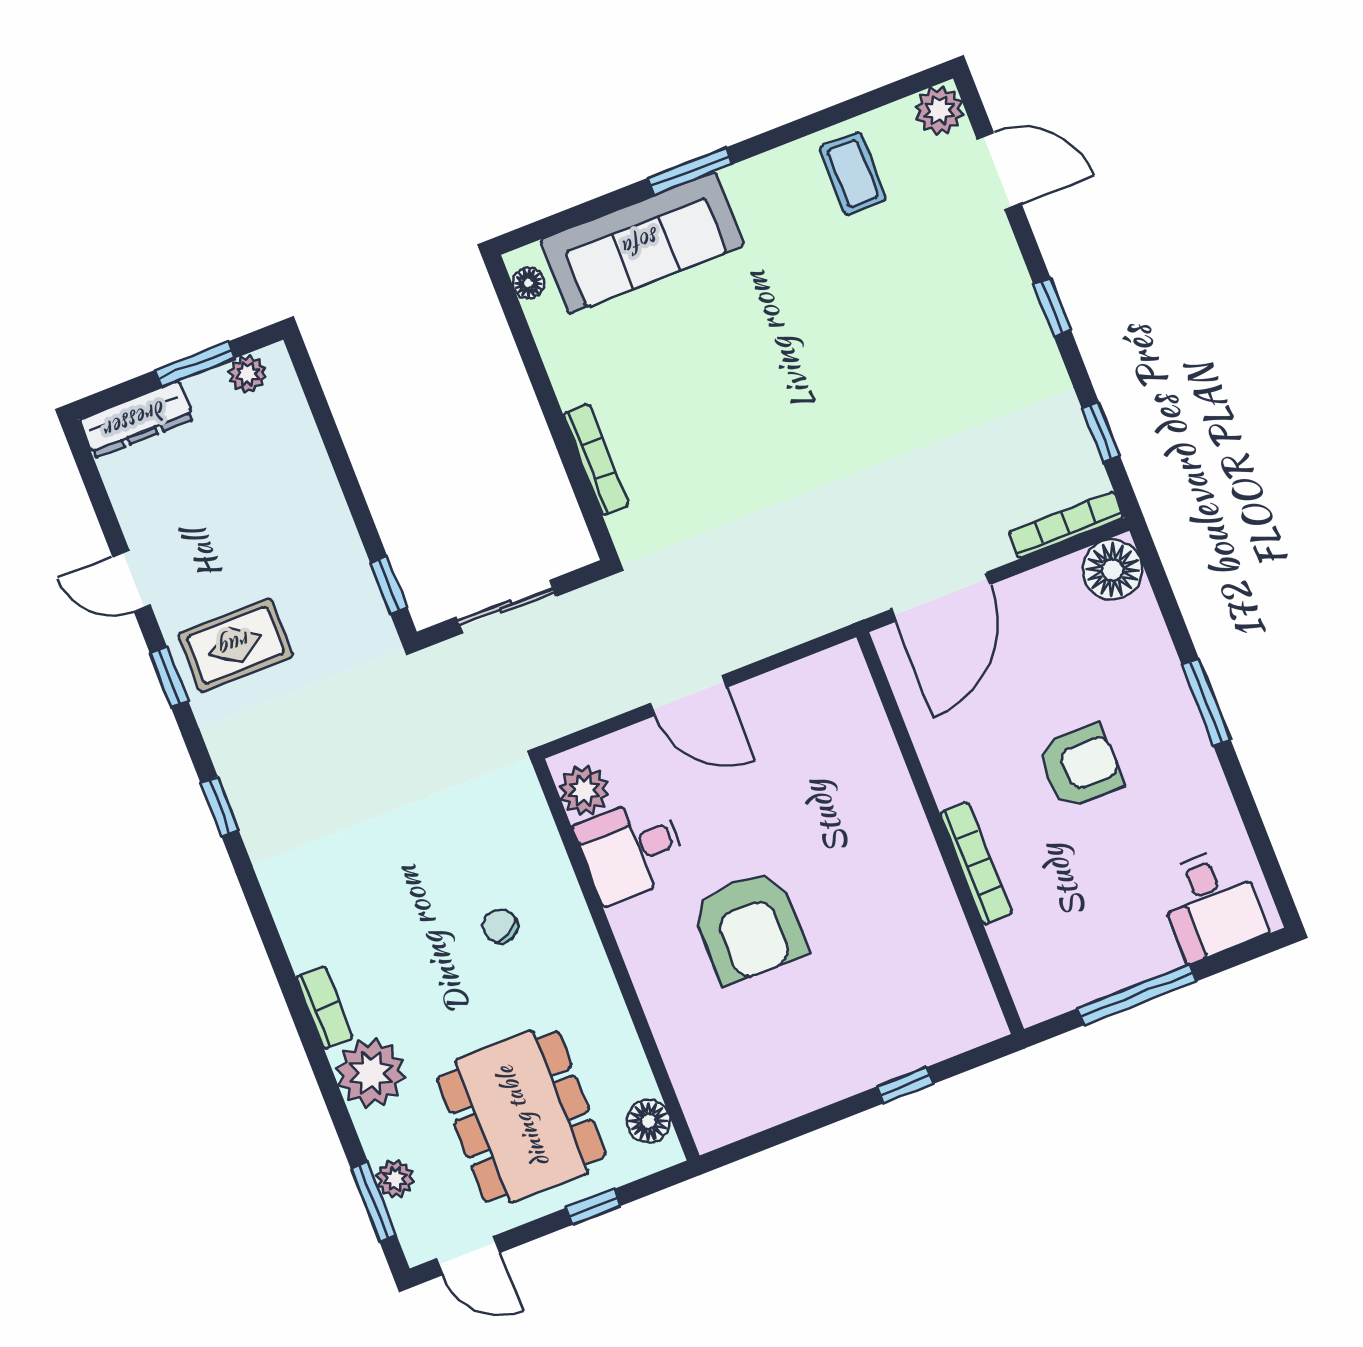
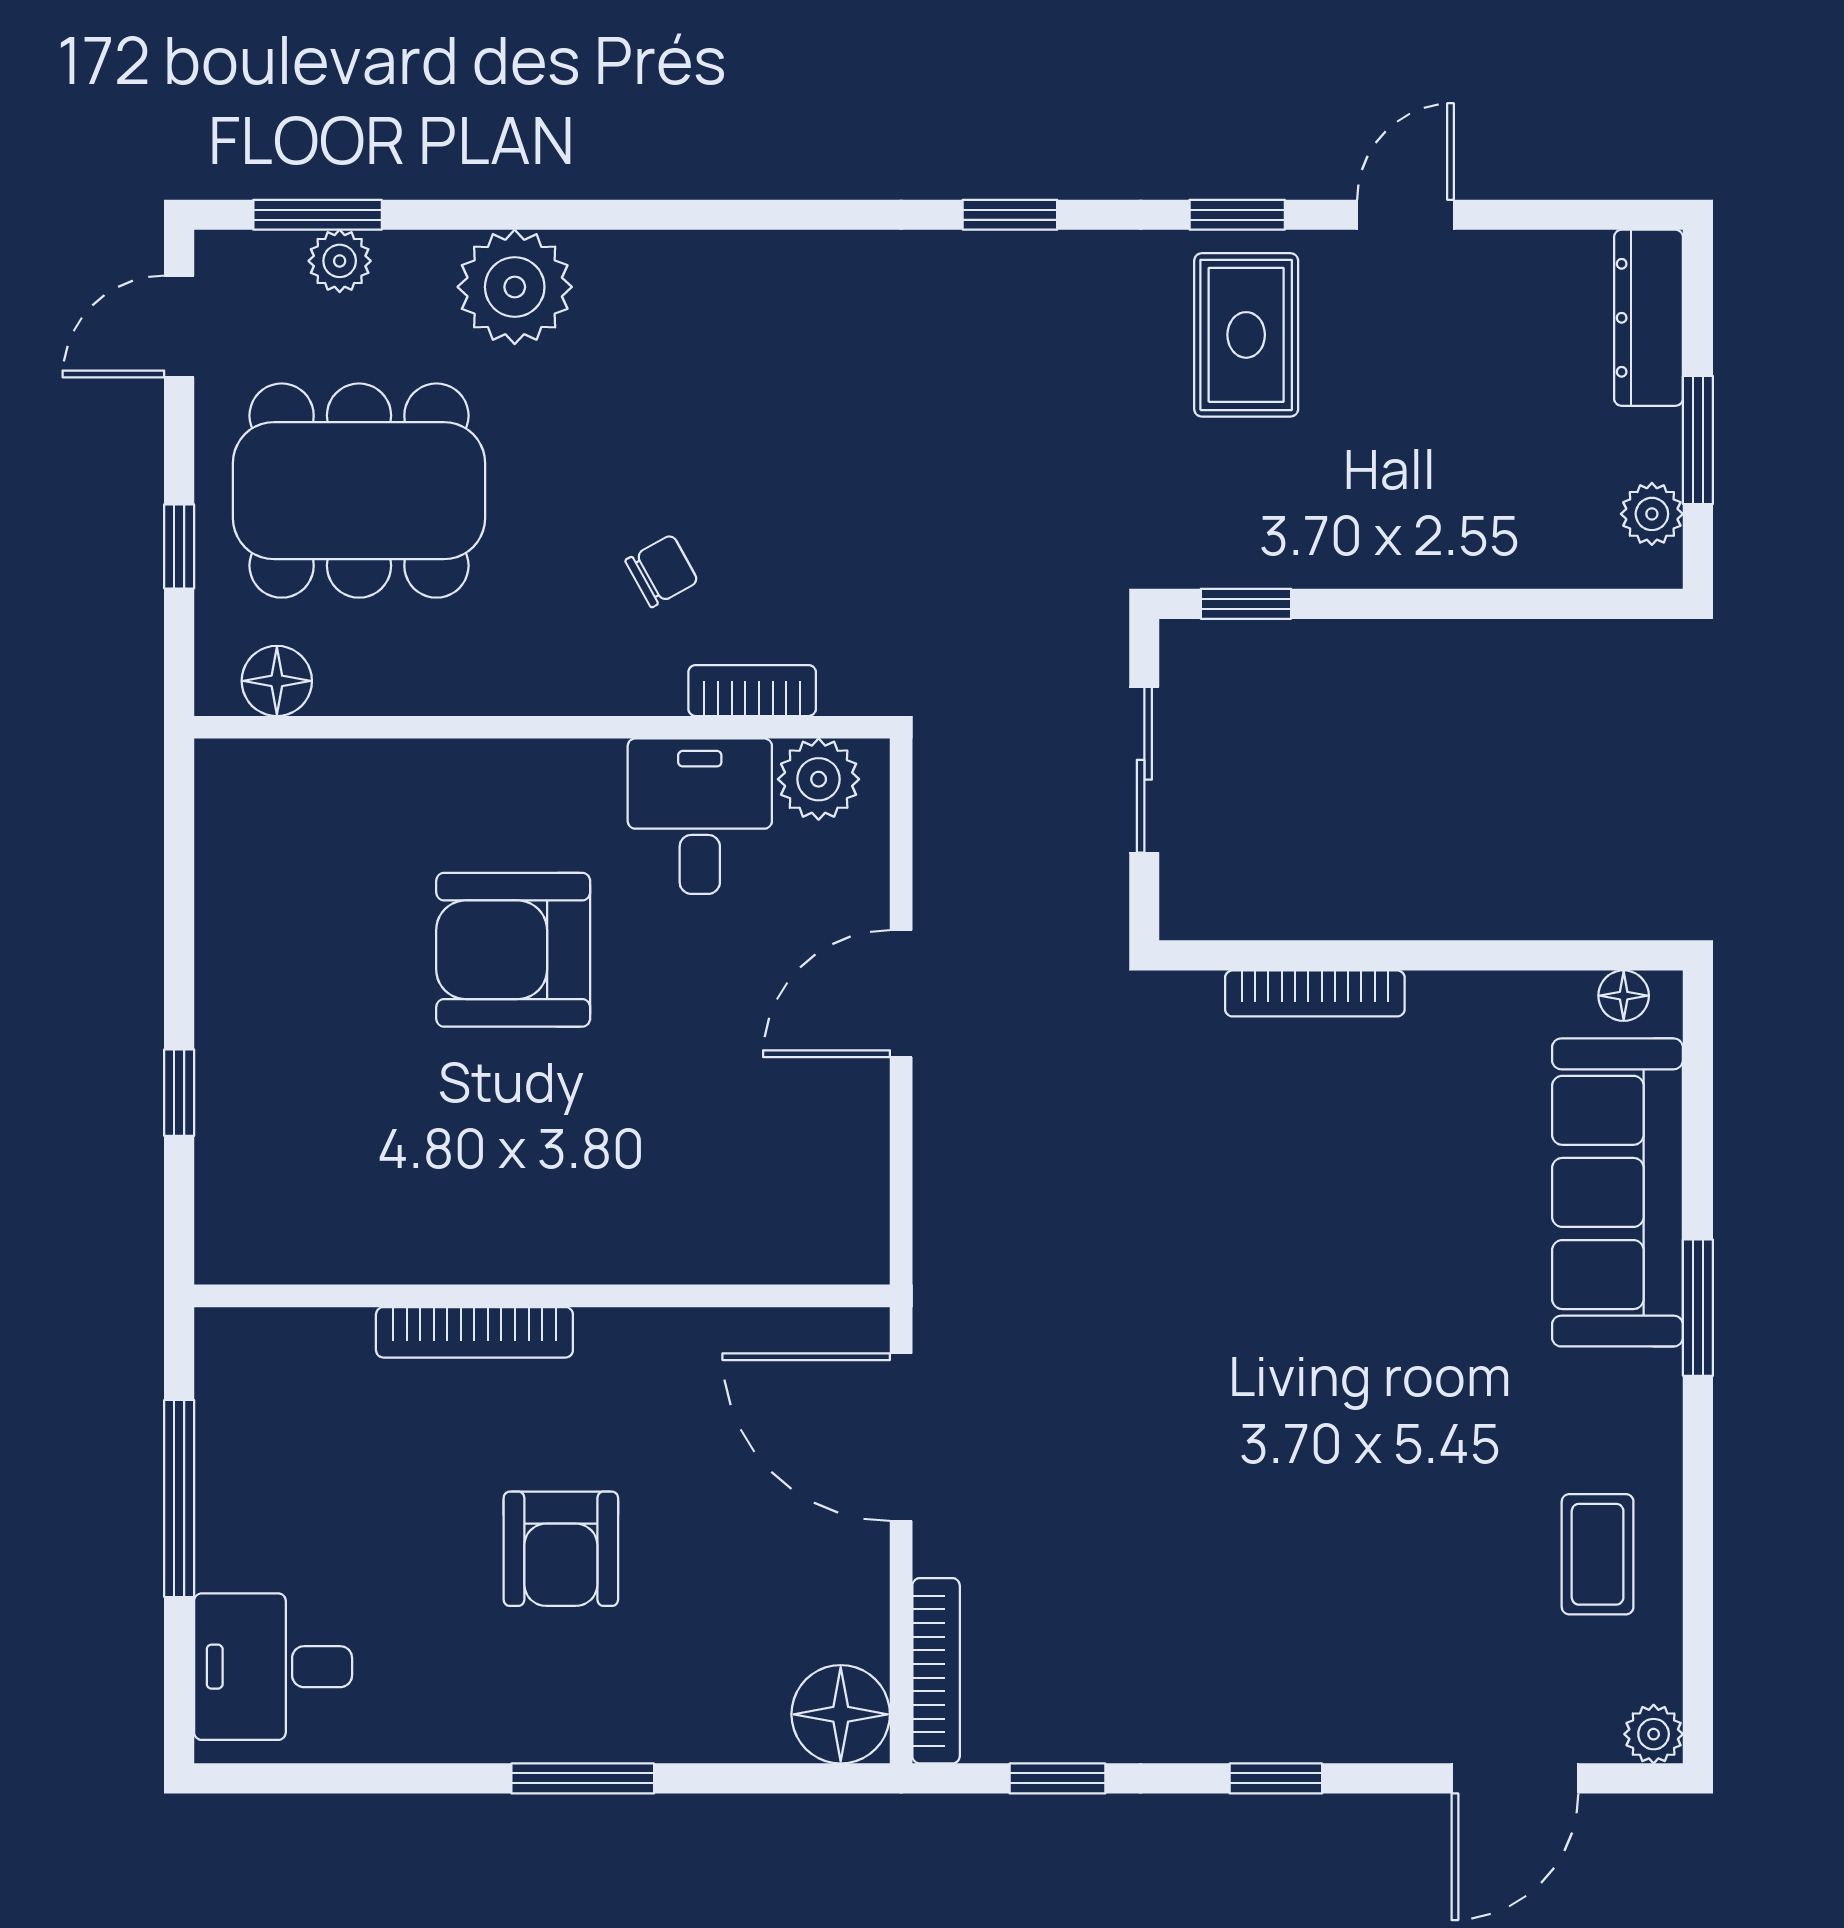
plant: (939, 110) -> (1654, 1734), width x0.73, depth x0.73
coffee table: (853, 174) -> (1598, 1554), turned 90
bookcase: (325, 1008) -> (752, 691), moved, turned 180

